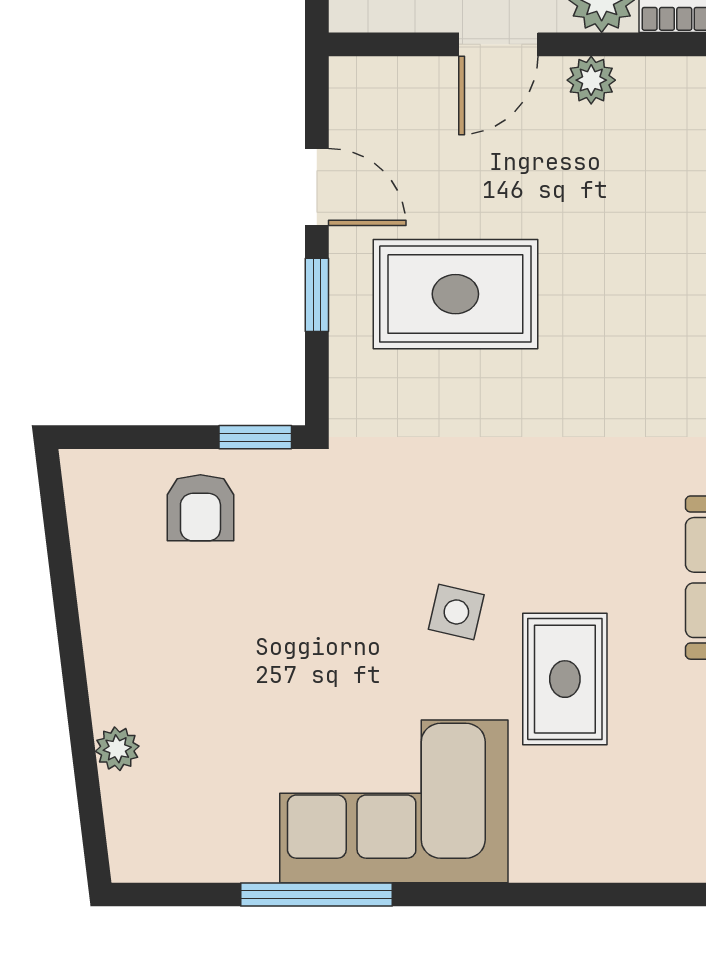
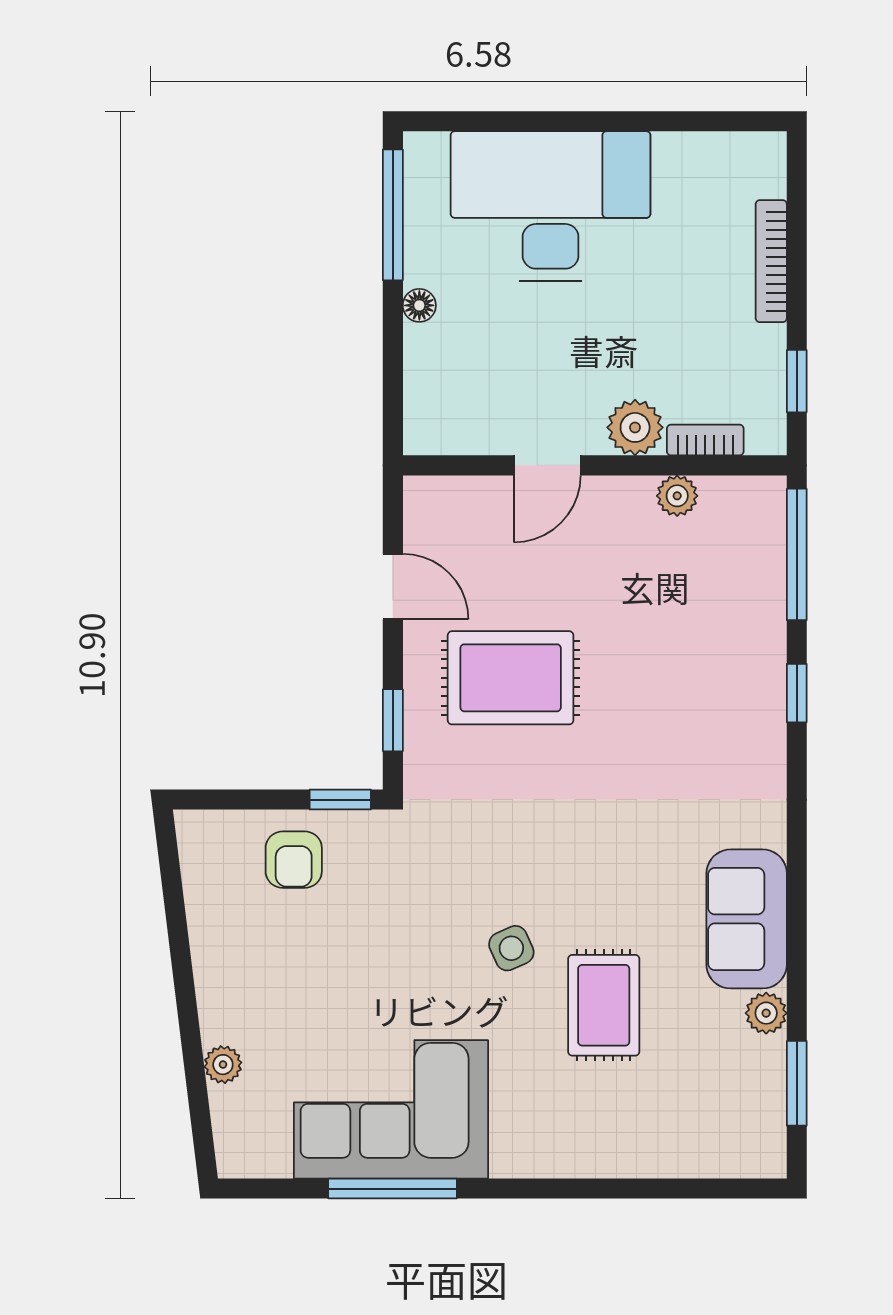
plant: (591, 80) -> (677, 496), moved
window: (317, 295) -> (393, 720), moved
side table: (456, 612) -> (511, 948), turned -37
corner sofa: (394, 801) -> (391, 1109), moved

